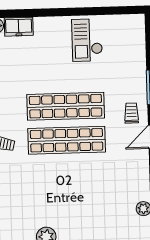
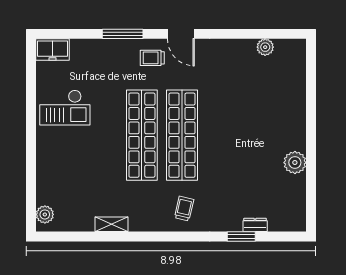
freezer: (19, 27) -> (53, 50), moved, turned 90

